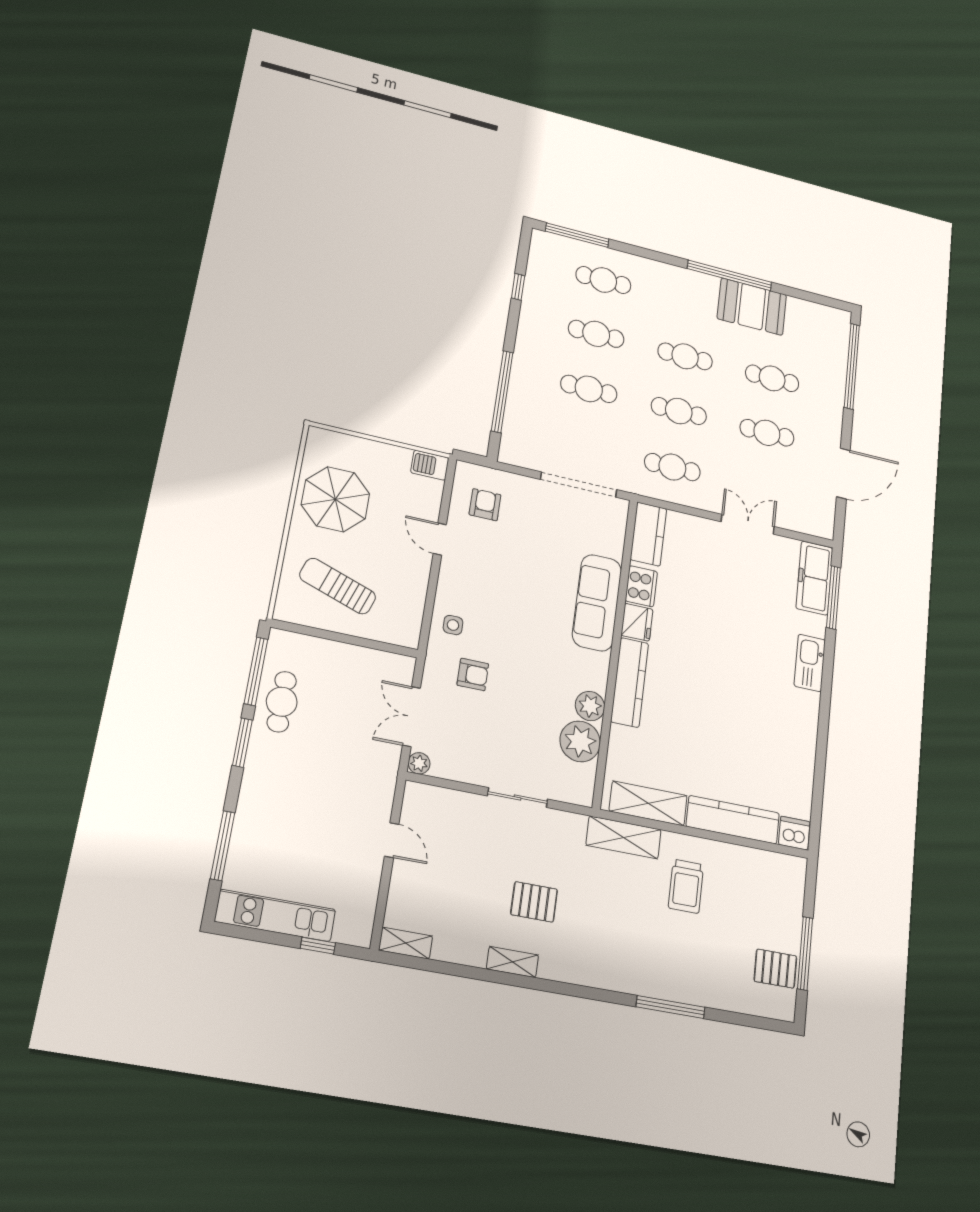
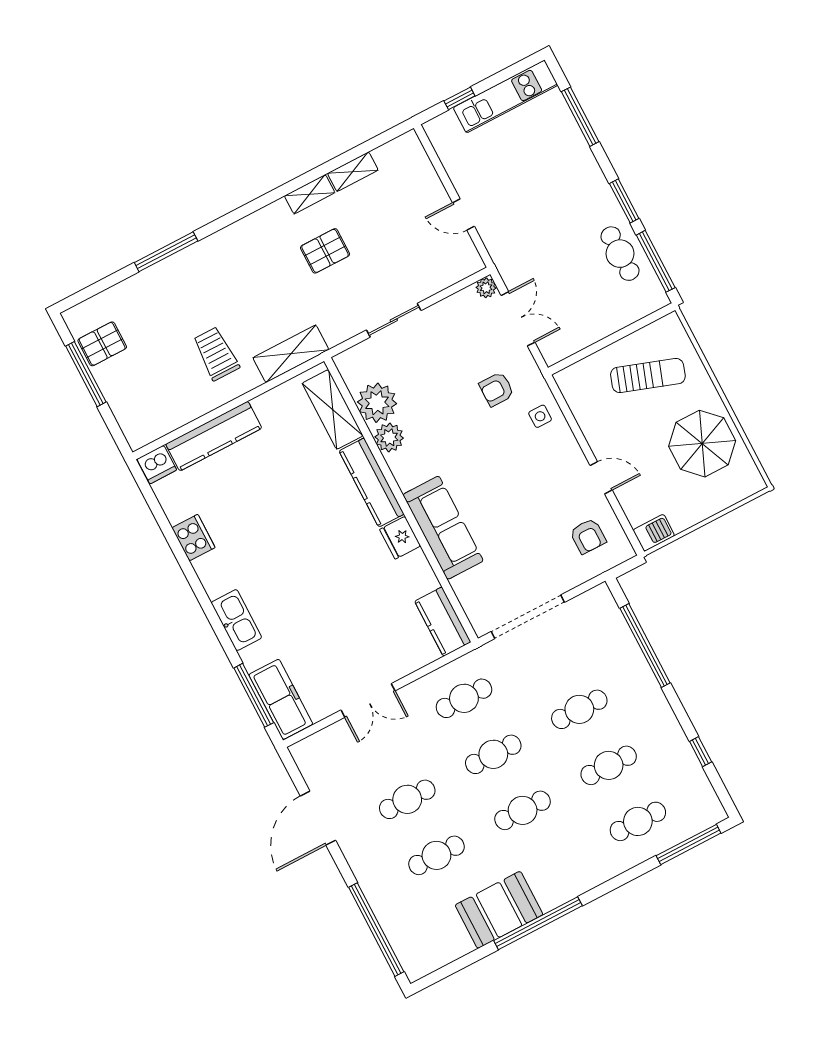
cooker: (641, 586) -> (193, 538), moved, turned 180
shelving: (648, 803) -> (333, 409), moved, turned 90
shelving: (406, 943) -> (353, 172), moved

